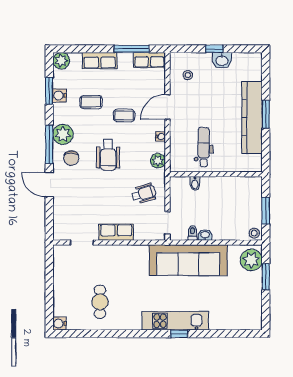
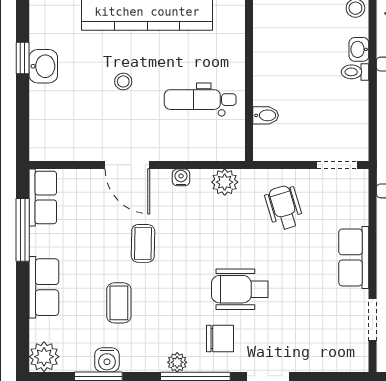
window: (214, 49) -> (23, 58), moved
stool: (188, 75) -> (123, 81), moved
plant: (63, 134) -> (177, 362), width x0.53, depth x0.53
wheelchair: (108, 155) -> (240, 289), moved, turned 180
toilet: (193, 233) -> (355, 72), moved
washbasin: (205, 235) -> (359, 49), moved

